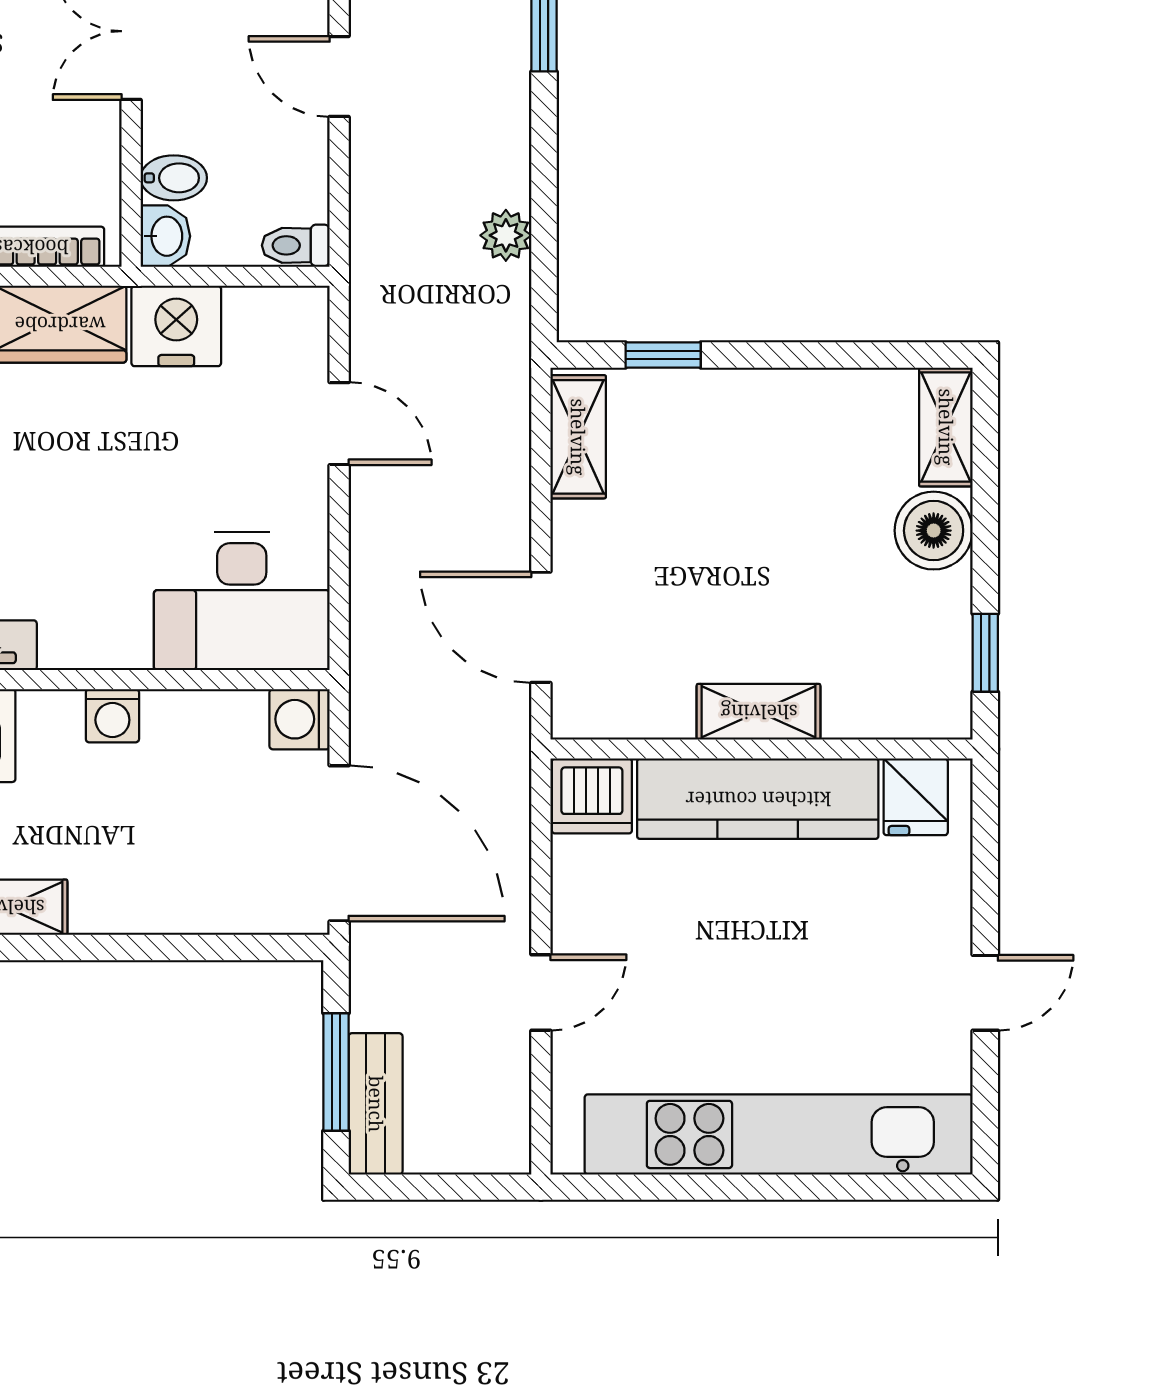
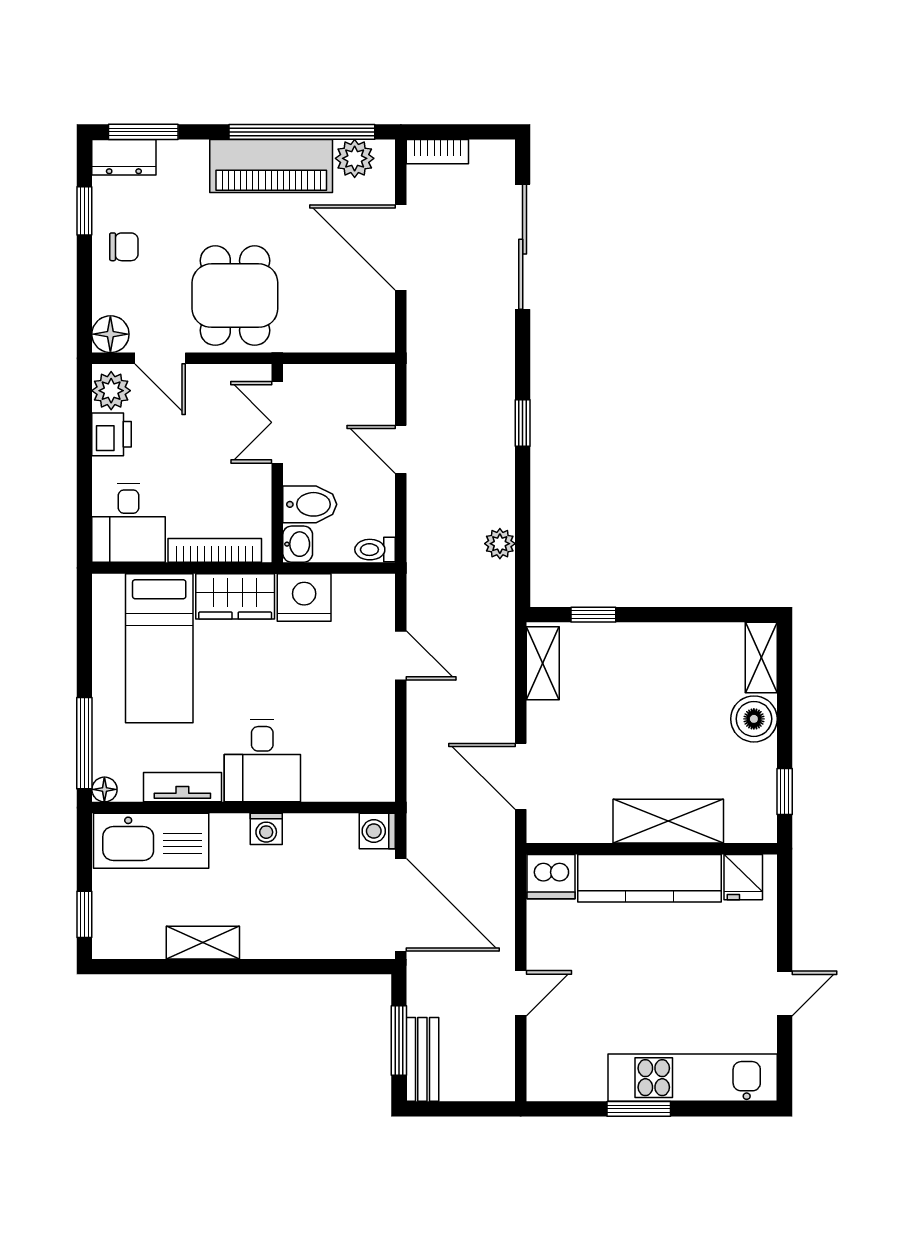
bidet: (174, 178) -> (310, 504), width x1.38, depth x1.36
desk: (242, 601) -> (262, 761), moved, width x0.73
shelving: (759, 712) -> (668, 821), width x1.50, depth x1.33
kitchen unit: (779, 1134) -> (693, 1078), width x0.73
window: (740, 1187) -> (639, 1109), added

